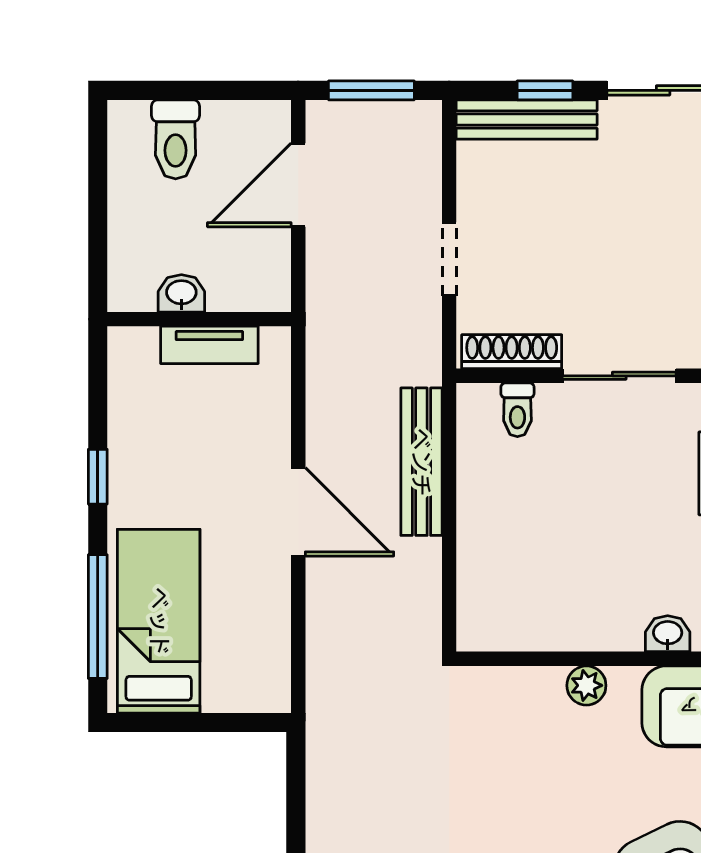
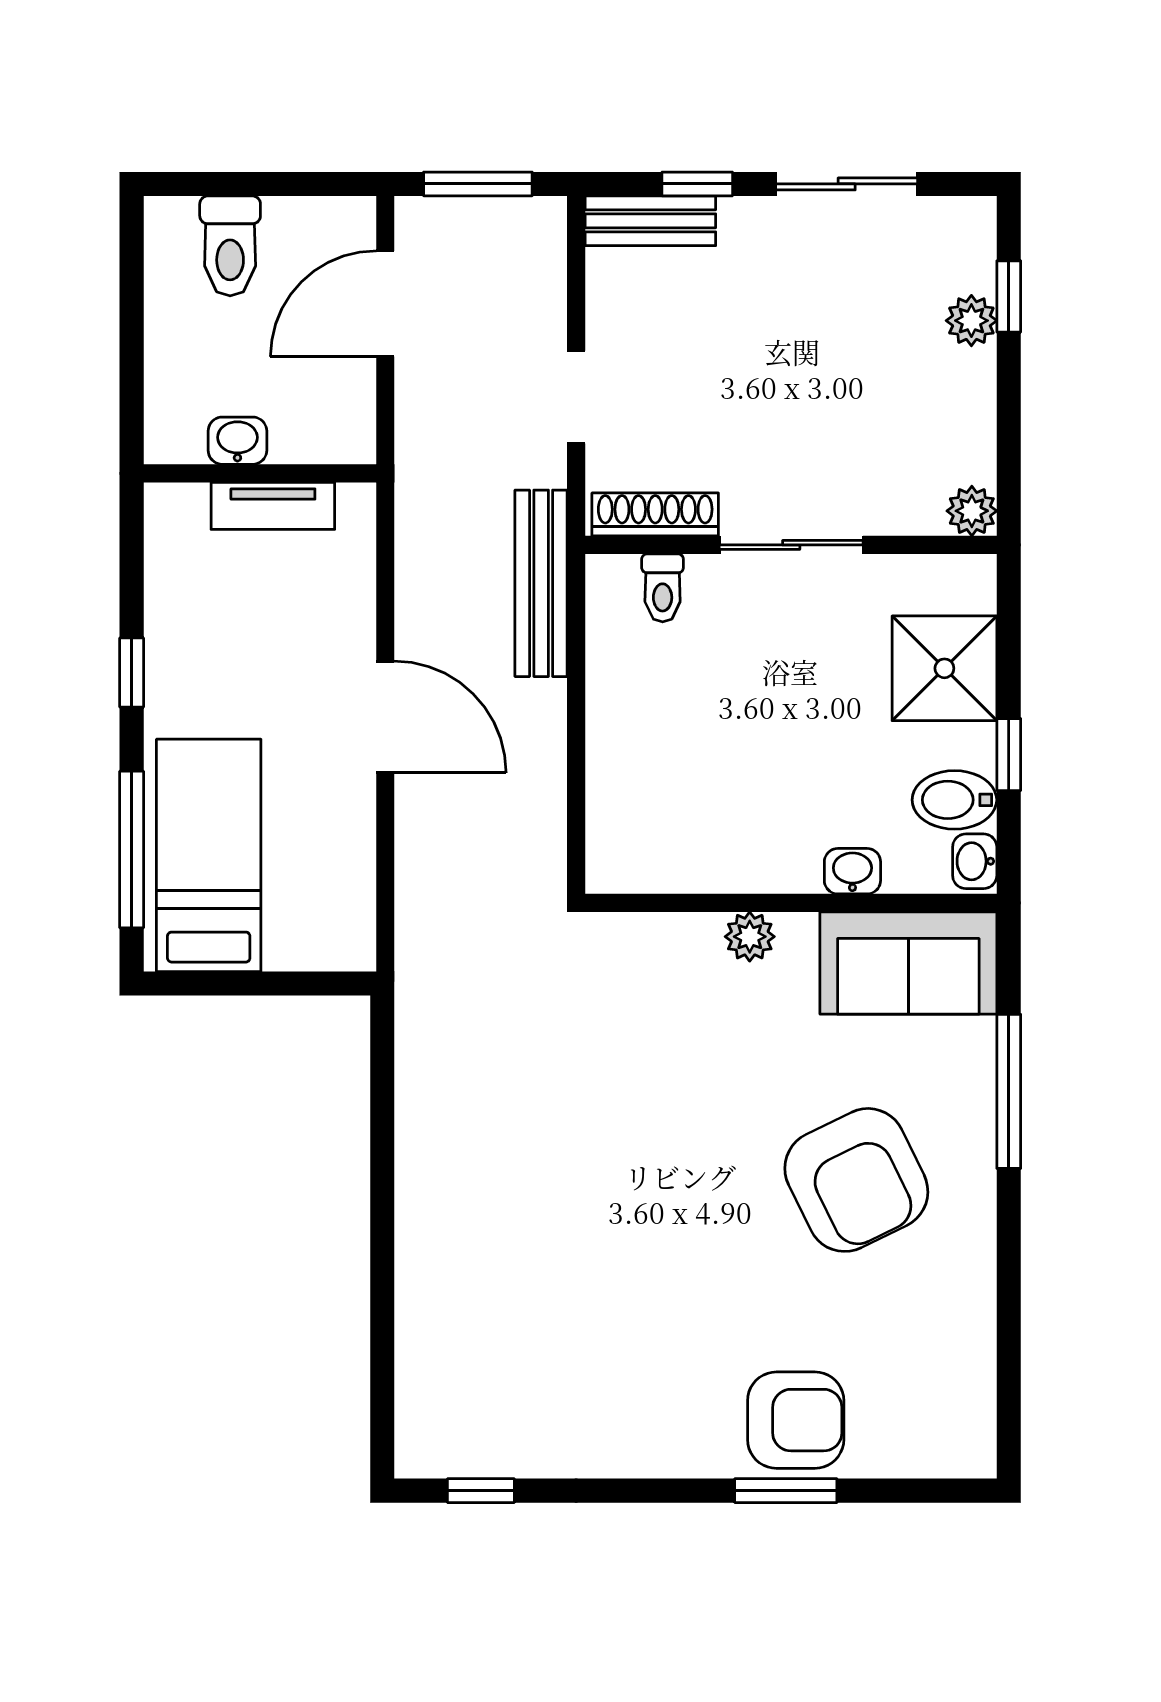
bench: (527, 120) -> (650, 221), width x0.73
bench: (421, 462) -> (541, 583), moved

